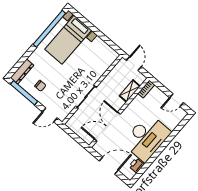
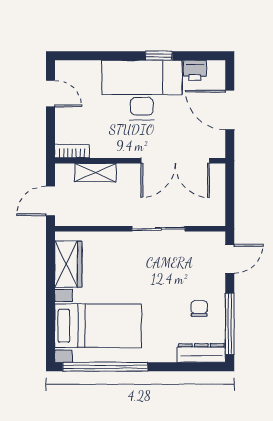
wardrobe: (103, 49) -> (68, 264), added
door: (50, 115) -> (230, 259), hinge flipped
window: (155, 156) -> (159, 56), added

